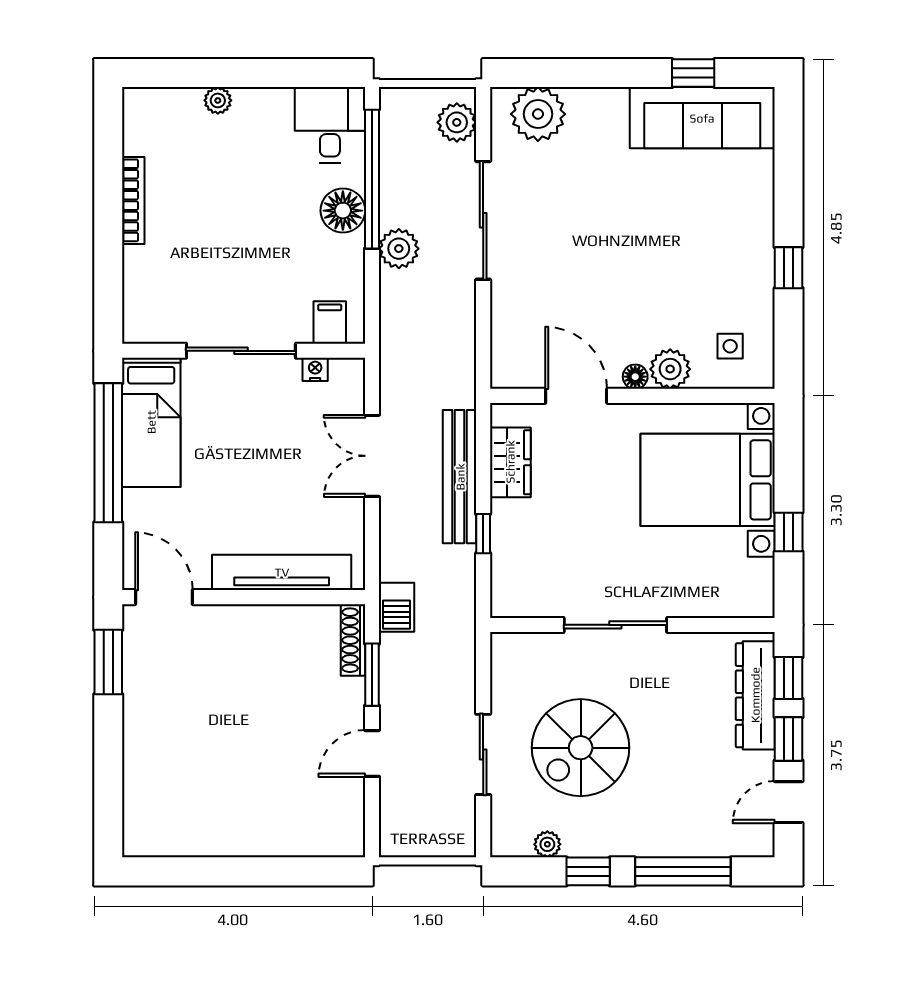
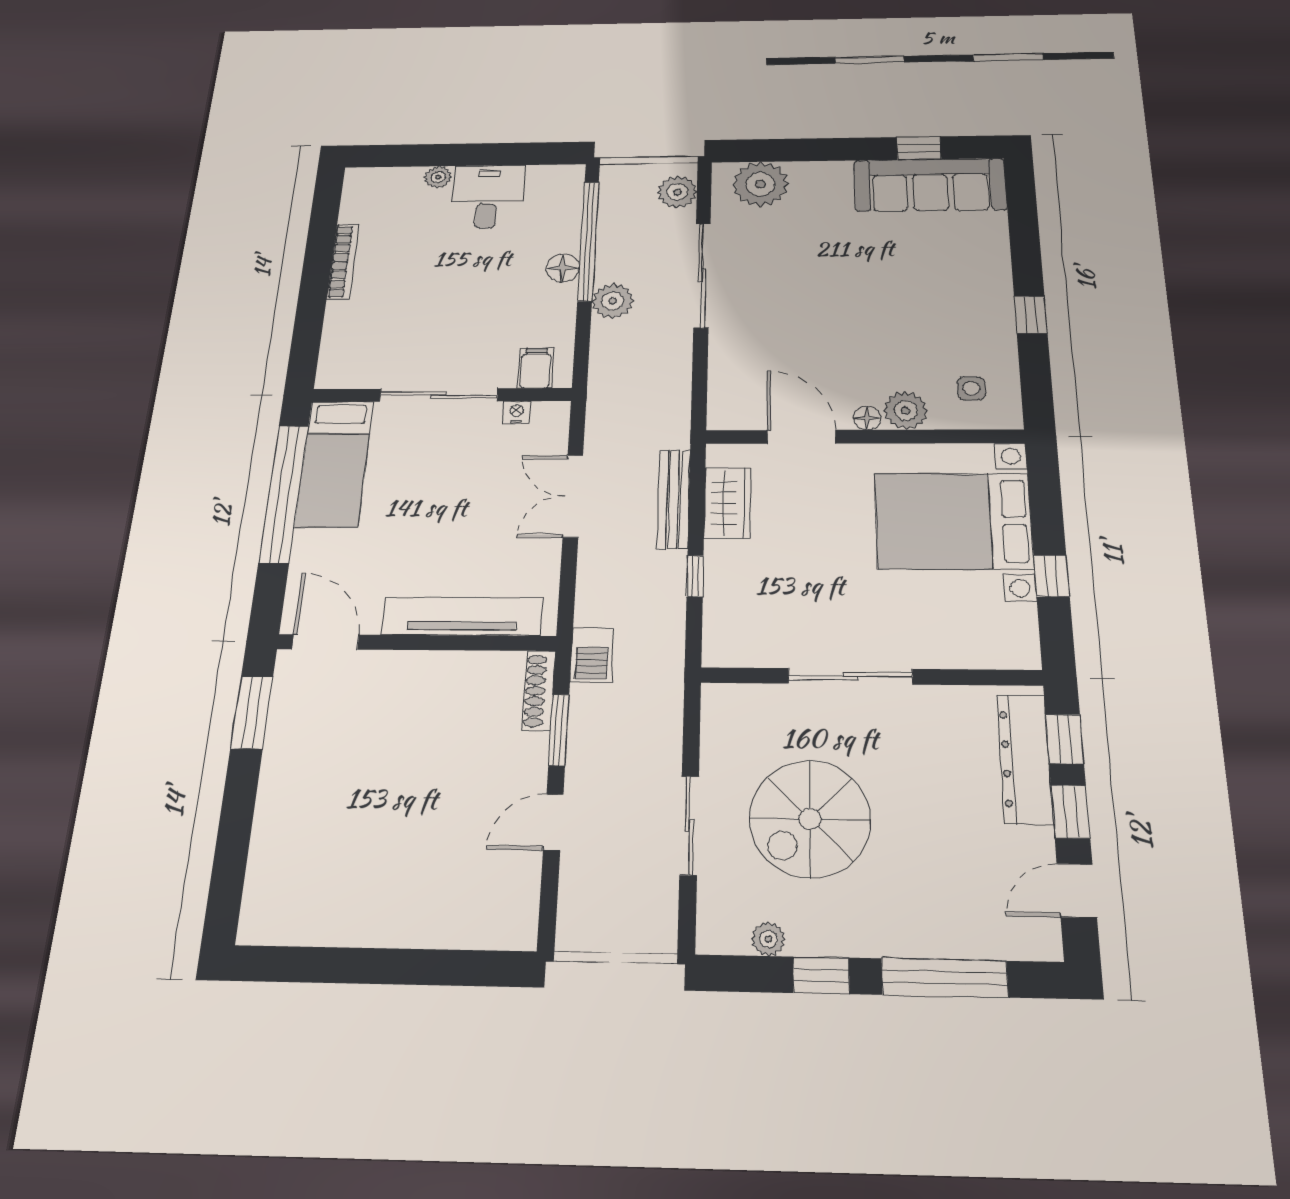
desk: (330, 125) -> (487, 196), moved
floor lamp: (343, 211) -> (563, 268), width x0.73, depth x0.73
bench: (460, 477) -> (674, 499), width x0.73, depth x0.82

